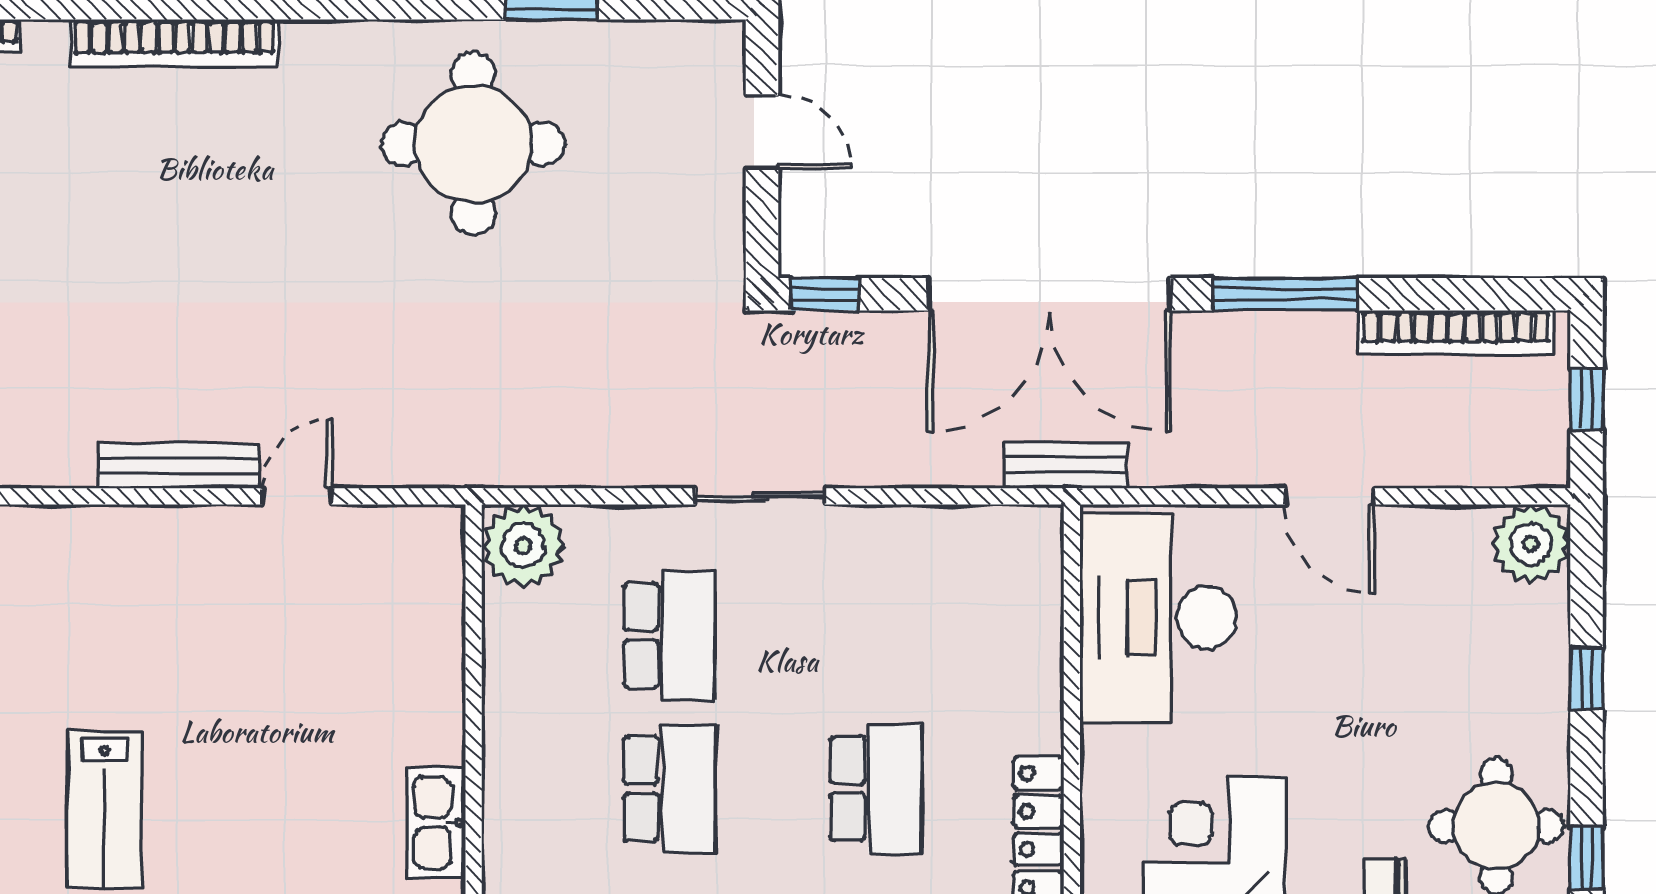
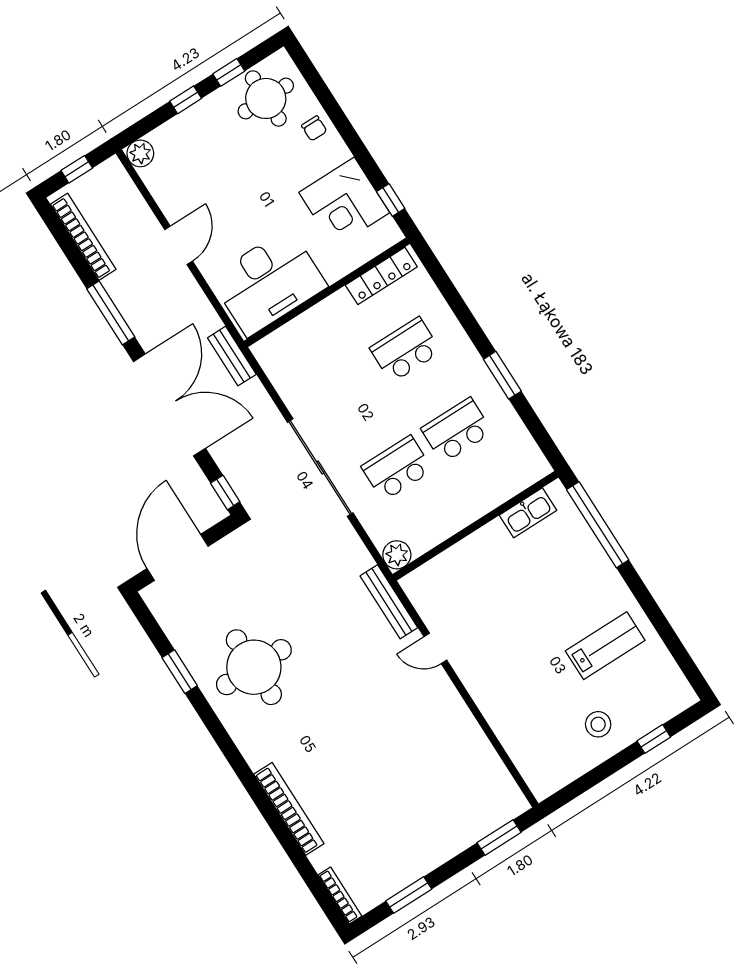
door: (762, 132) -> (178, 557), width x1.87
bench: (178, 466) -> (389, 602), moved
sliding door: (760, 496) -> (320, 468), width x1.86
plant: (1531, 544) -> (140, 153), width x0.73, depth x0.73
plant: (523, 546) -> (397, 555), width x0.73, depth x0.73
window: (1587, 858) -> (229, 72), moved

